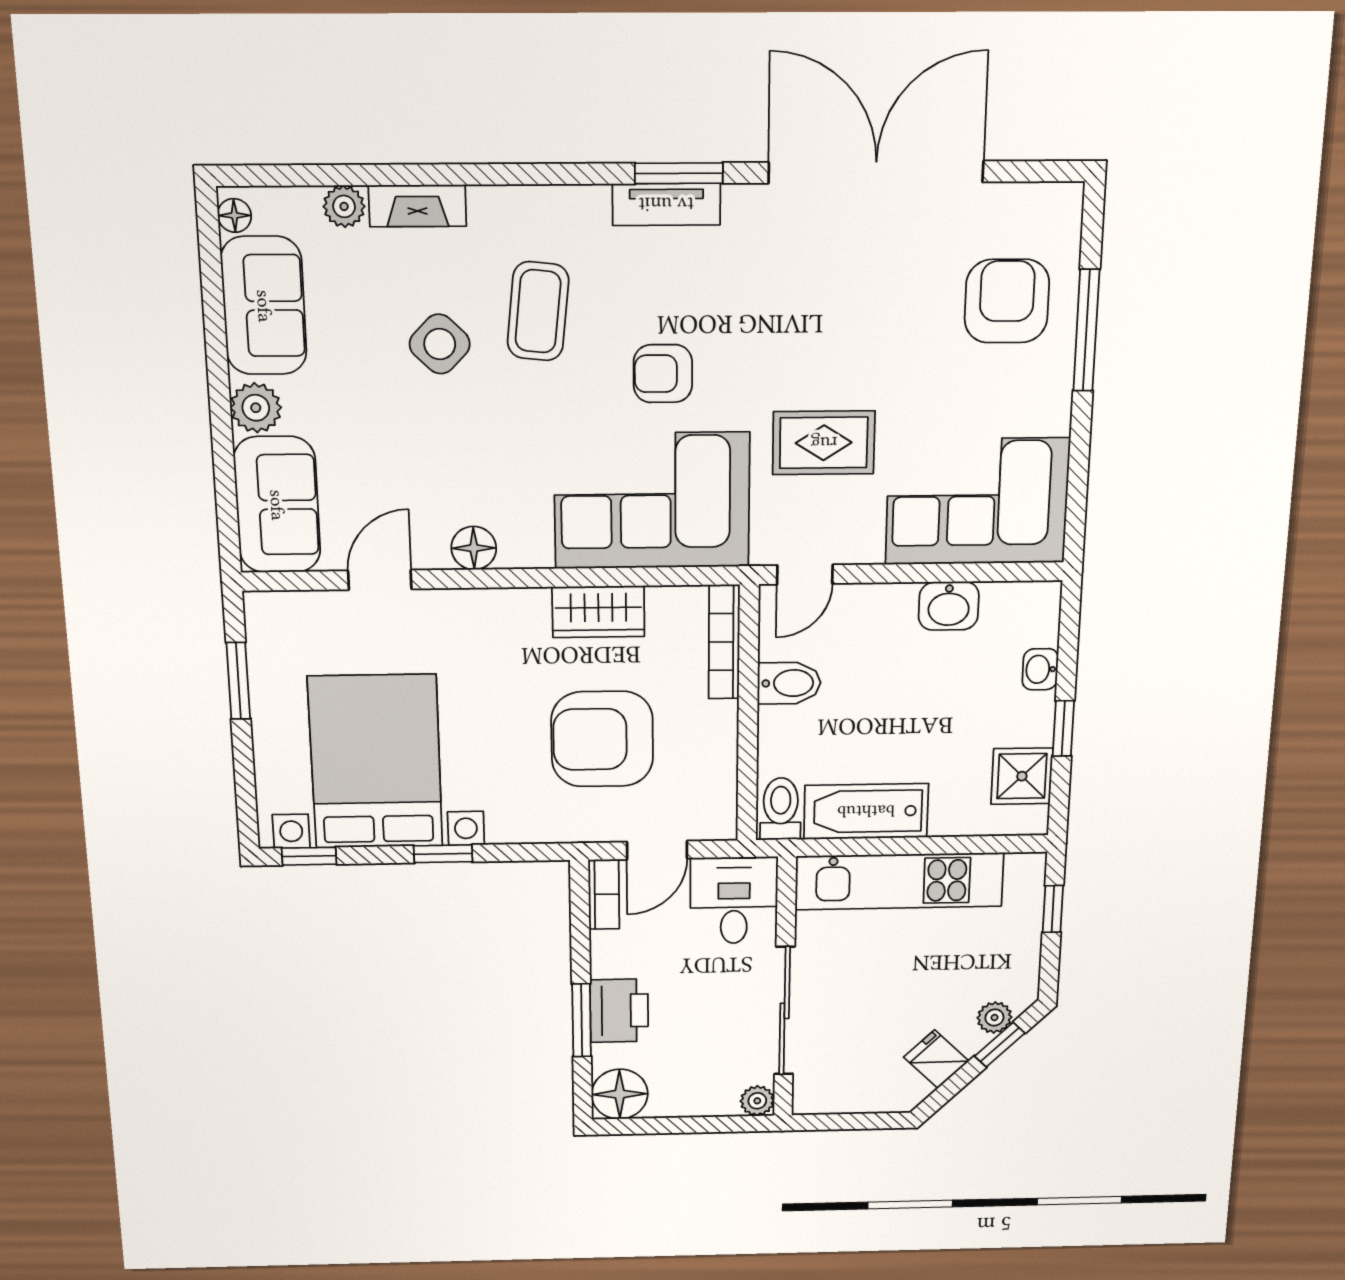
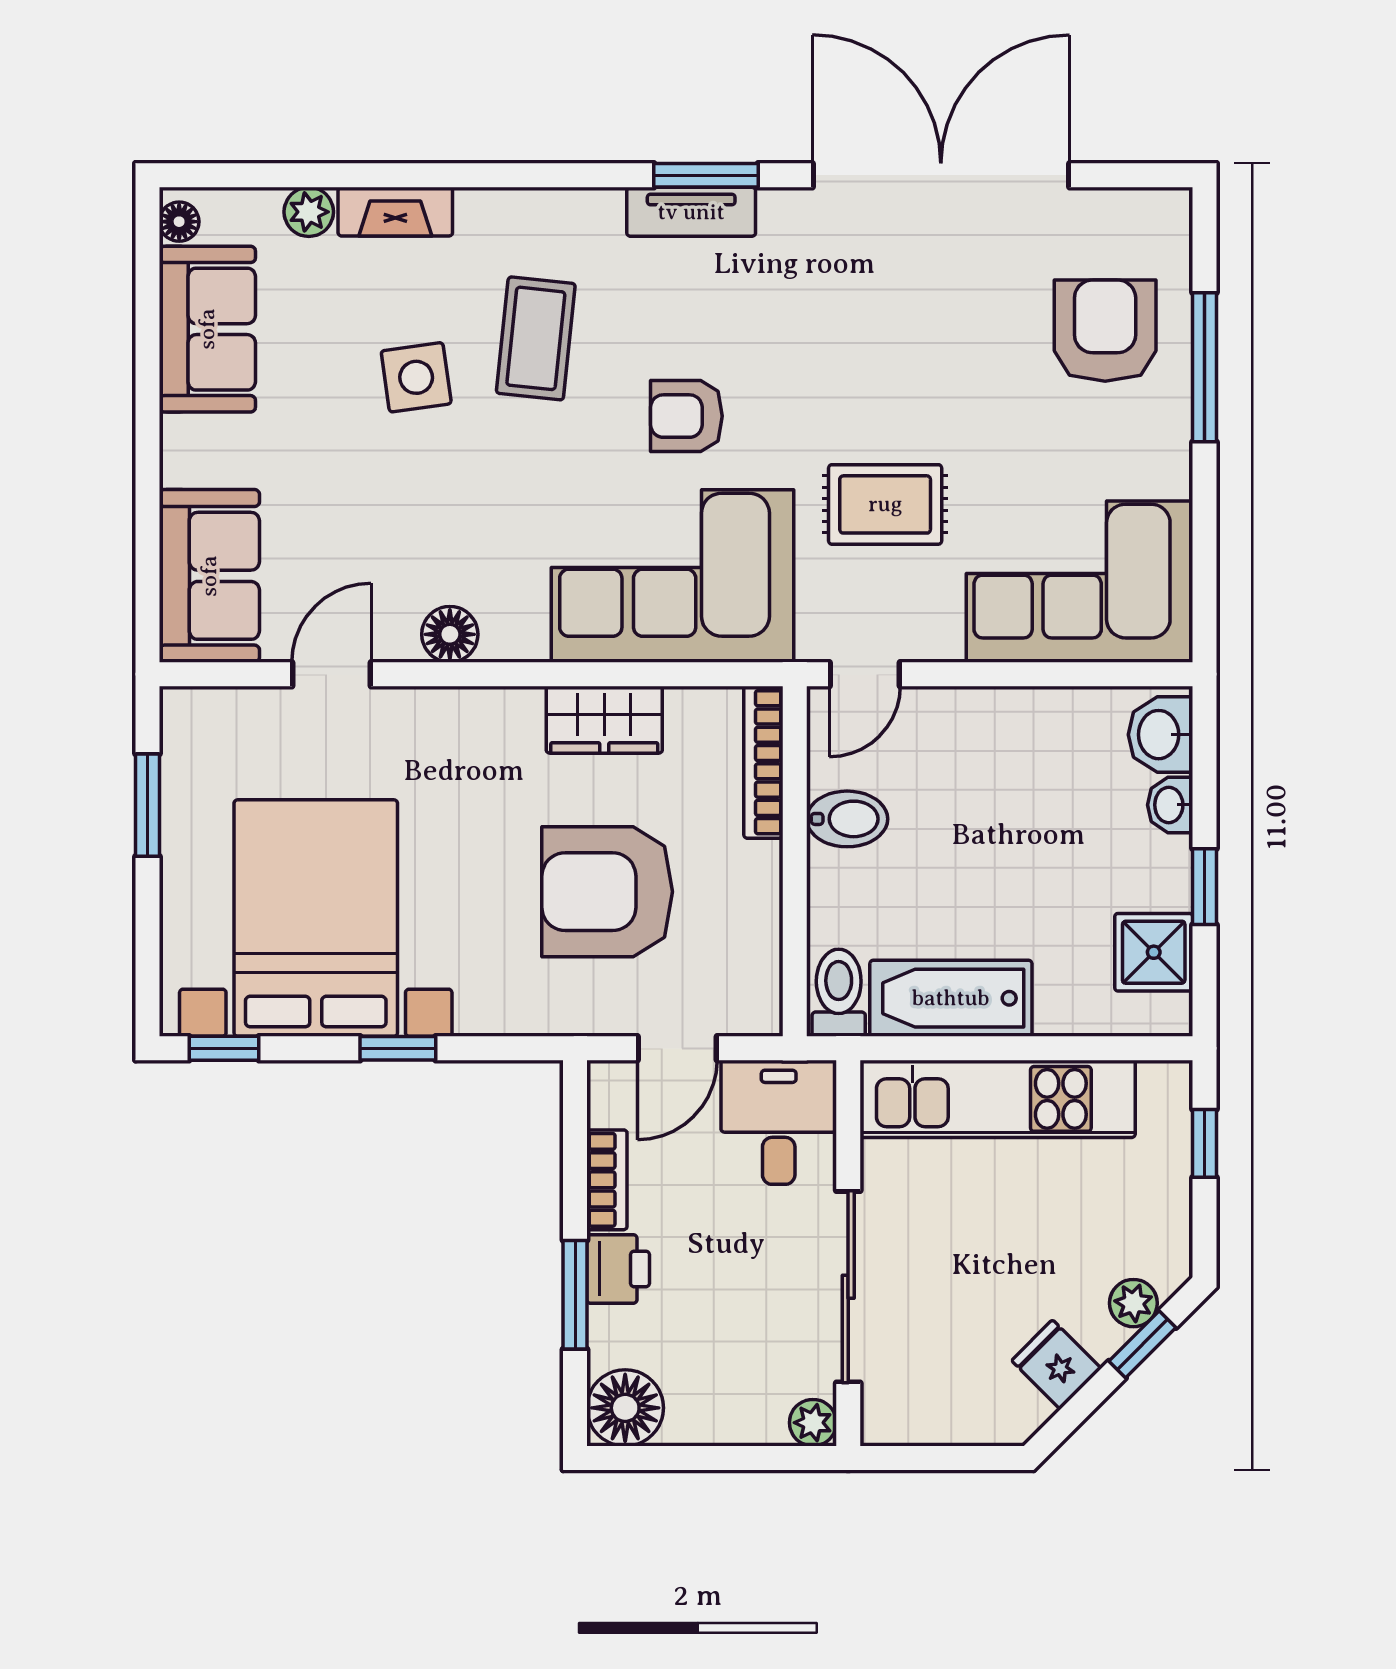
side table: (440, 344) -> (416, 377), turned 38
plant: (256, 408) -> (190, 454), removed
washbasin: (949, 606) -> (1161, 735), moved, turned 90
bookcase: (604, 894) -> (607, 1180), moved
printer: (619, 1011) -> (618, 1269), width x0.73, depth x0.81

